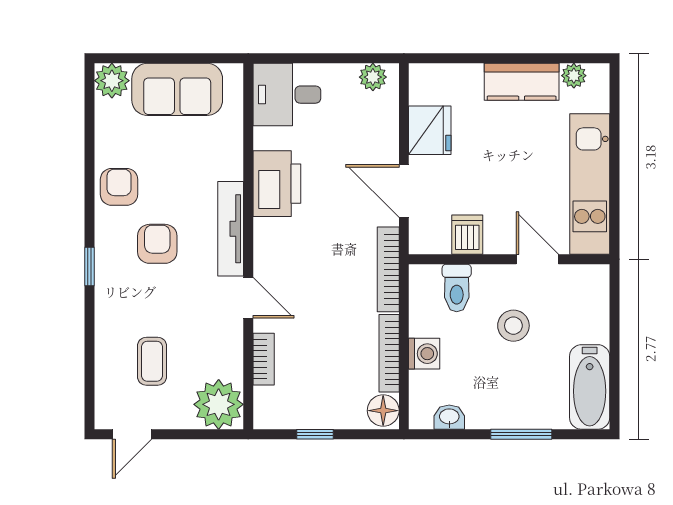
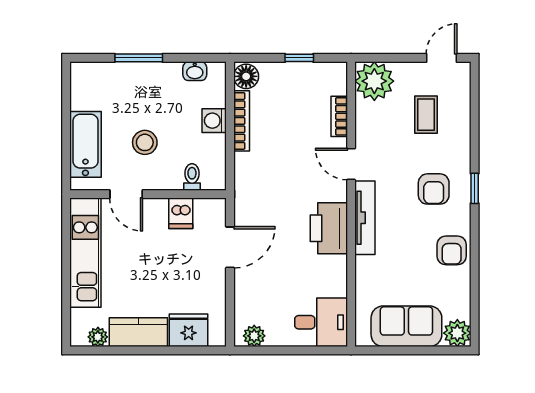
fridge: (430, 130) -> (189, 330), moved, turned 90
printer: (277, 184) -> (329, 228), moved
door: (404, 191) -> (230, 247), hinge flipped
armchair: (157, 244) -> (434, 189), moved
bookcase: (388, 269) -> (242, 186), removed
toilet: (457, 288) -> (192, 177), width x0.73, depth x0.72
bathtub: (590, 387) -> (85, 144), moved

